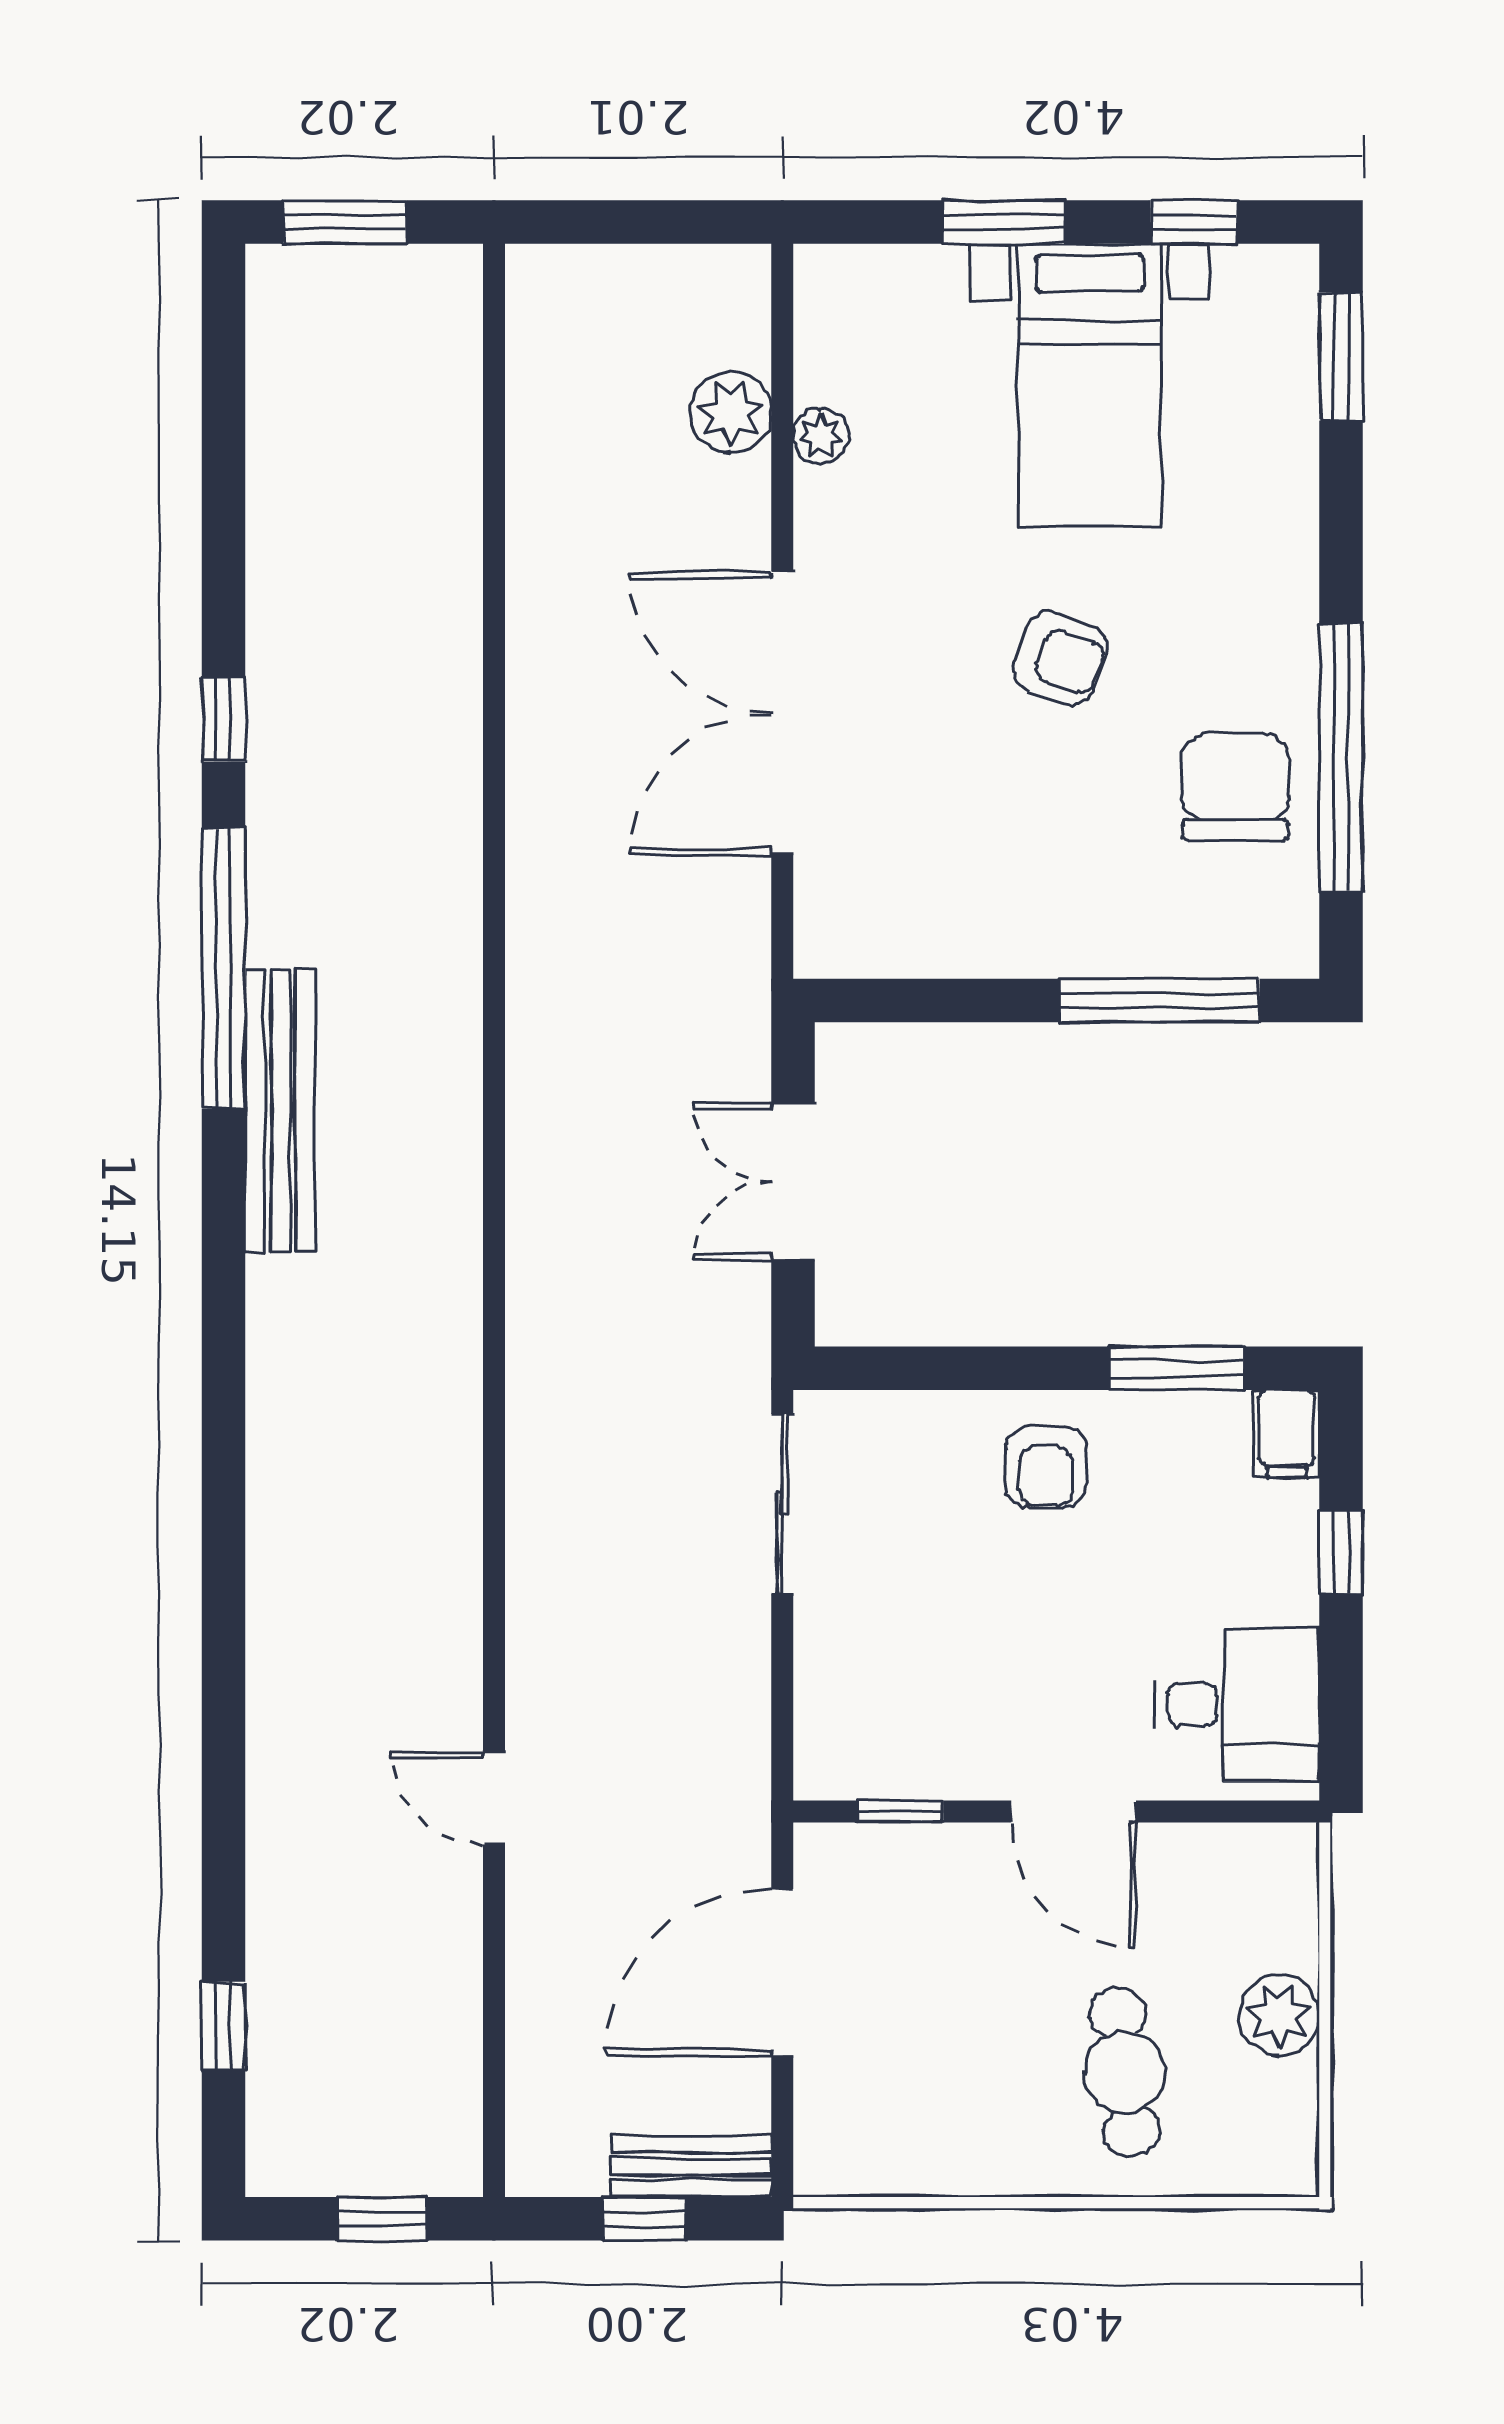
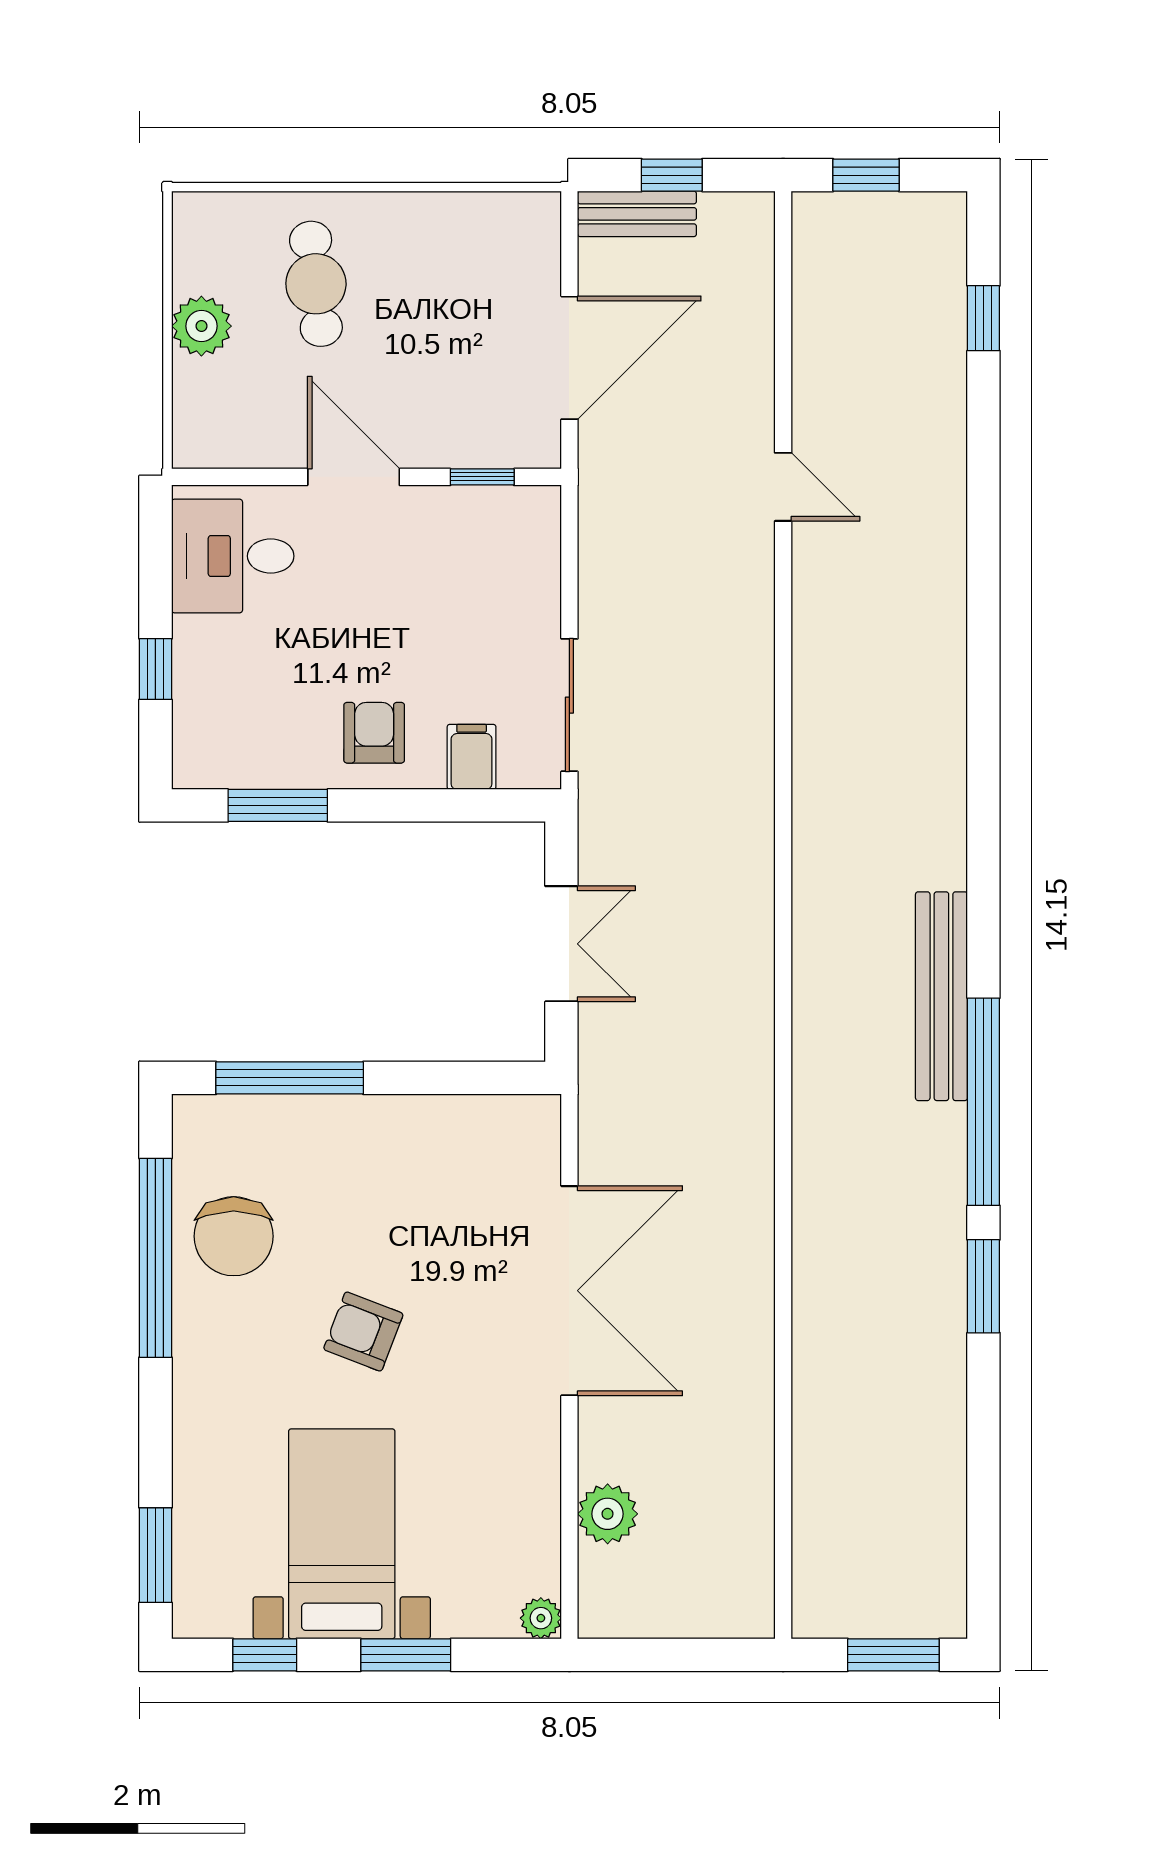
plant: (821, 436) -> (541, 1618), moved
window: (224, 719) -> (983, 1286), width x1.50
filing cabinet: (1286, 1434) -> (472, 757), moved

